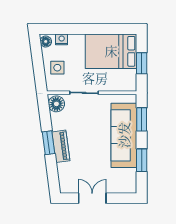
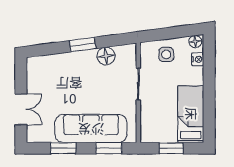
bed: (111, 51) -> (191, 114), width x0.67
floor lamp: (56, 104) -> (106, 56), moved
piano: (61, 146) -> (79, 58), removed
double door: (92, 198) -> (21, 109), moved

